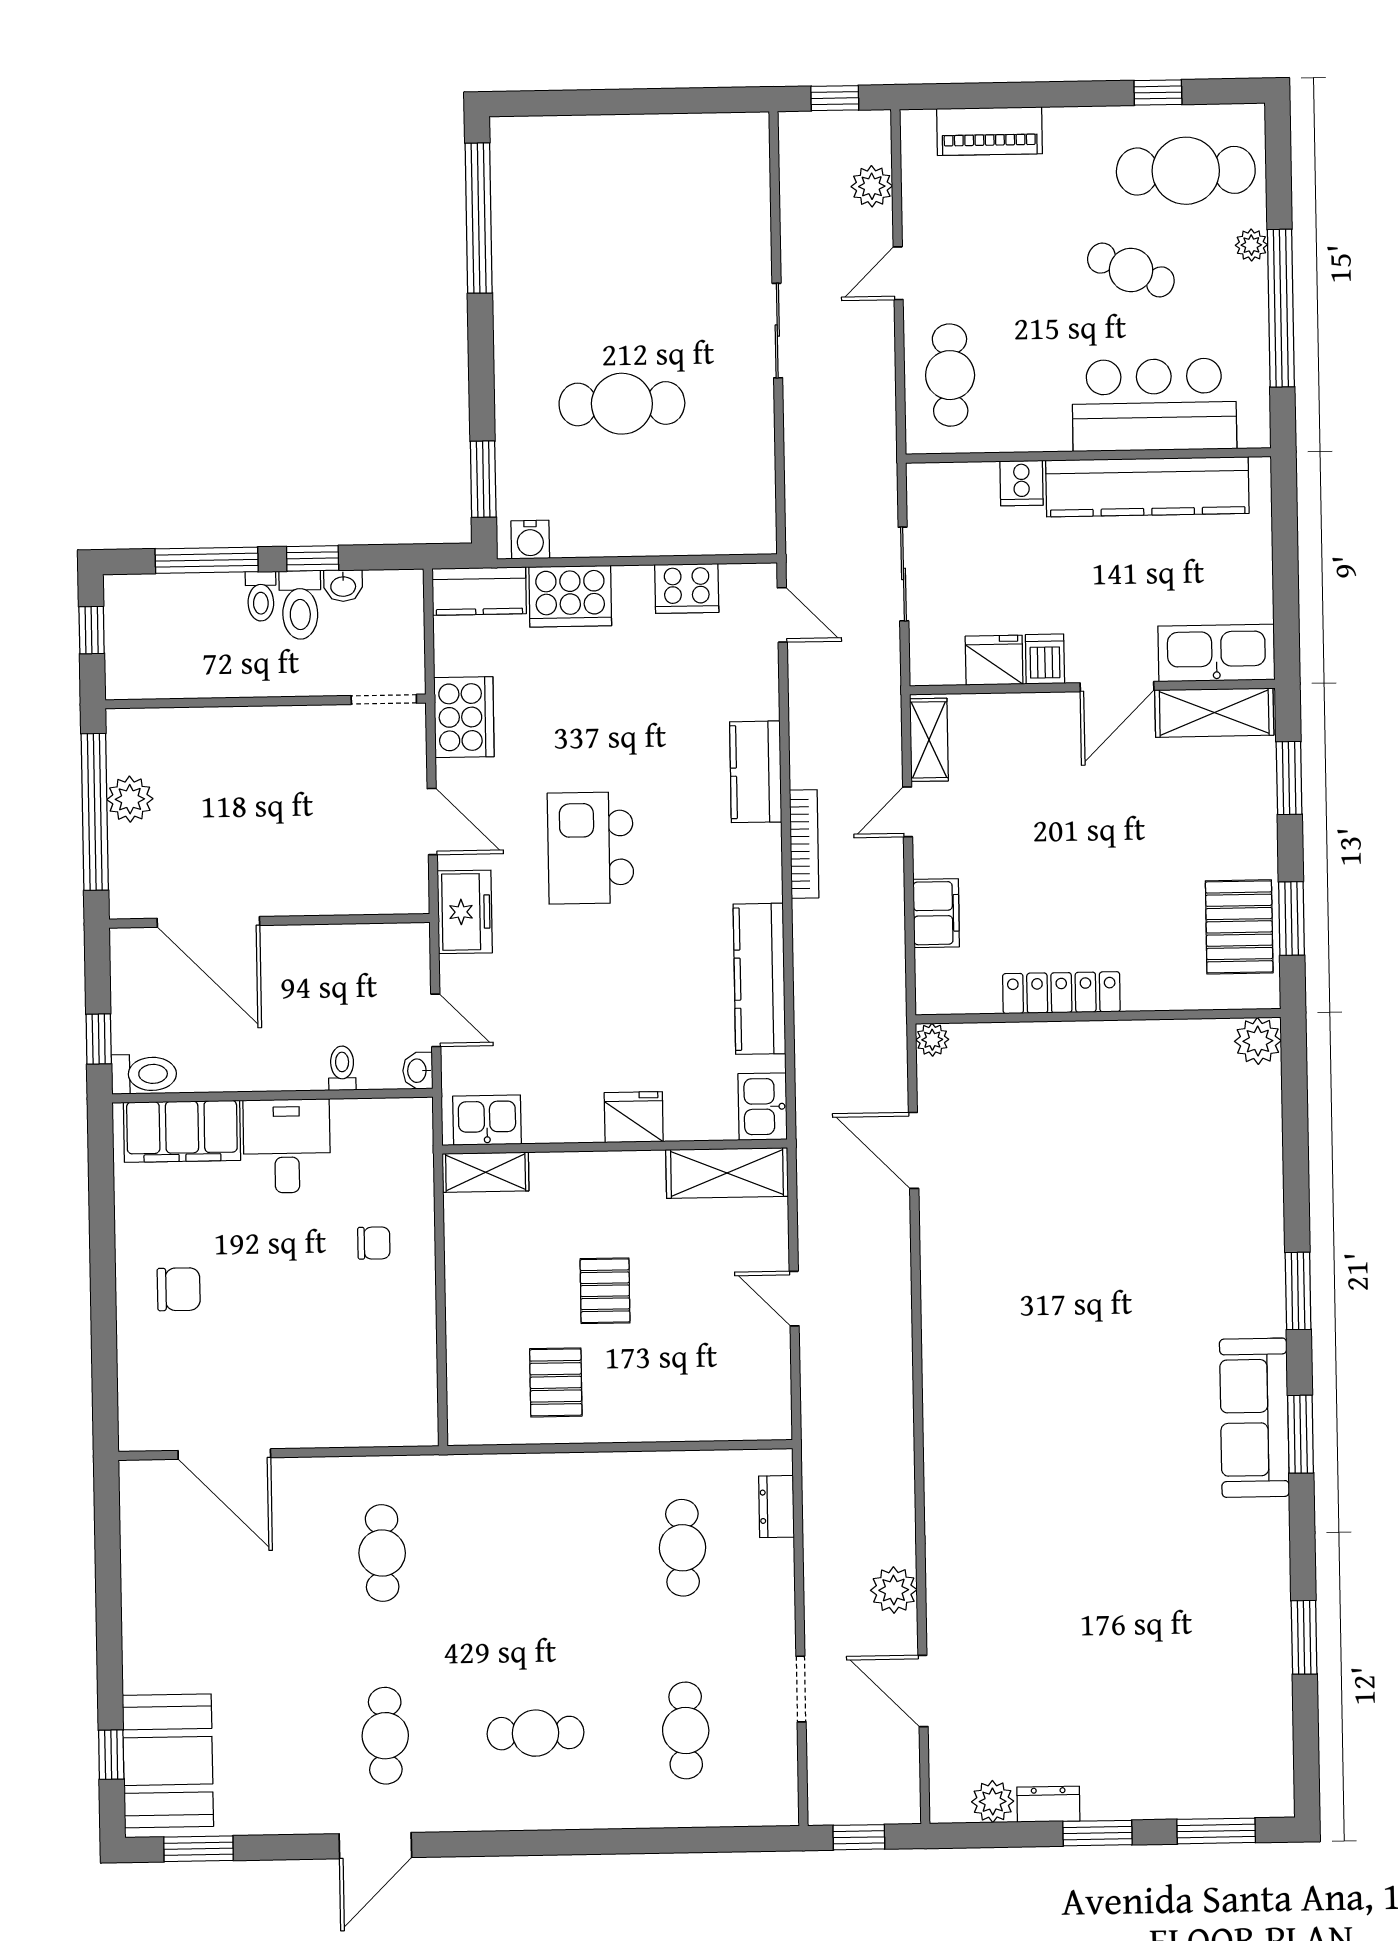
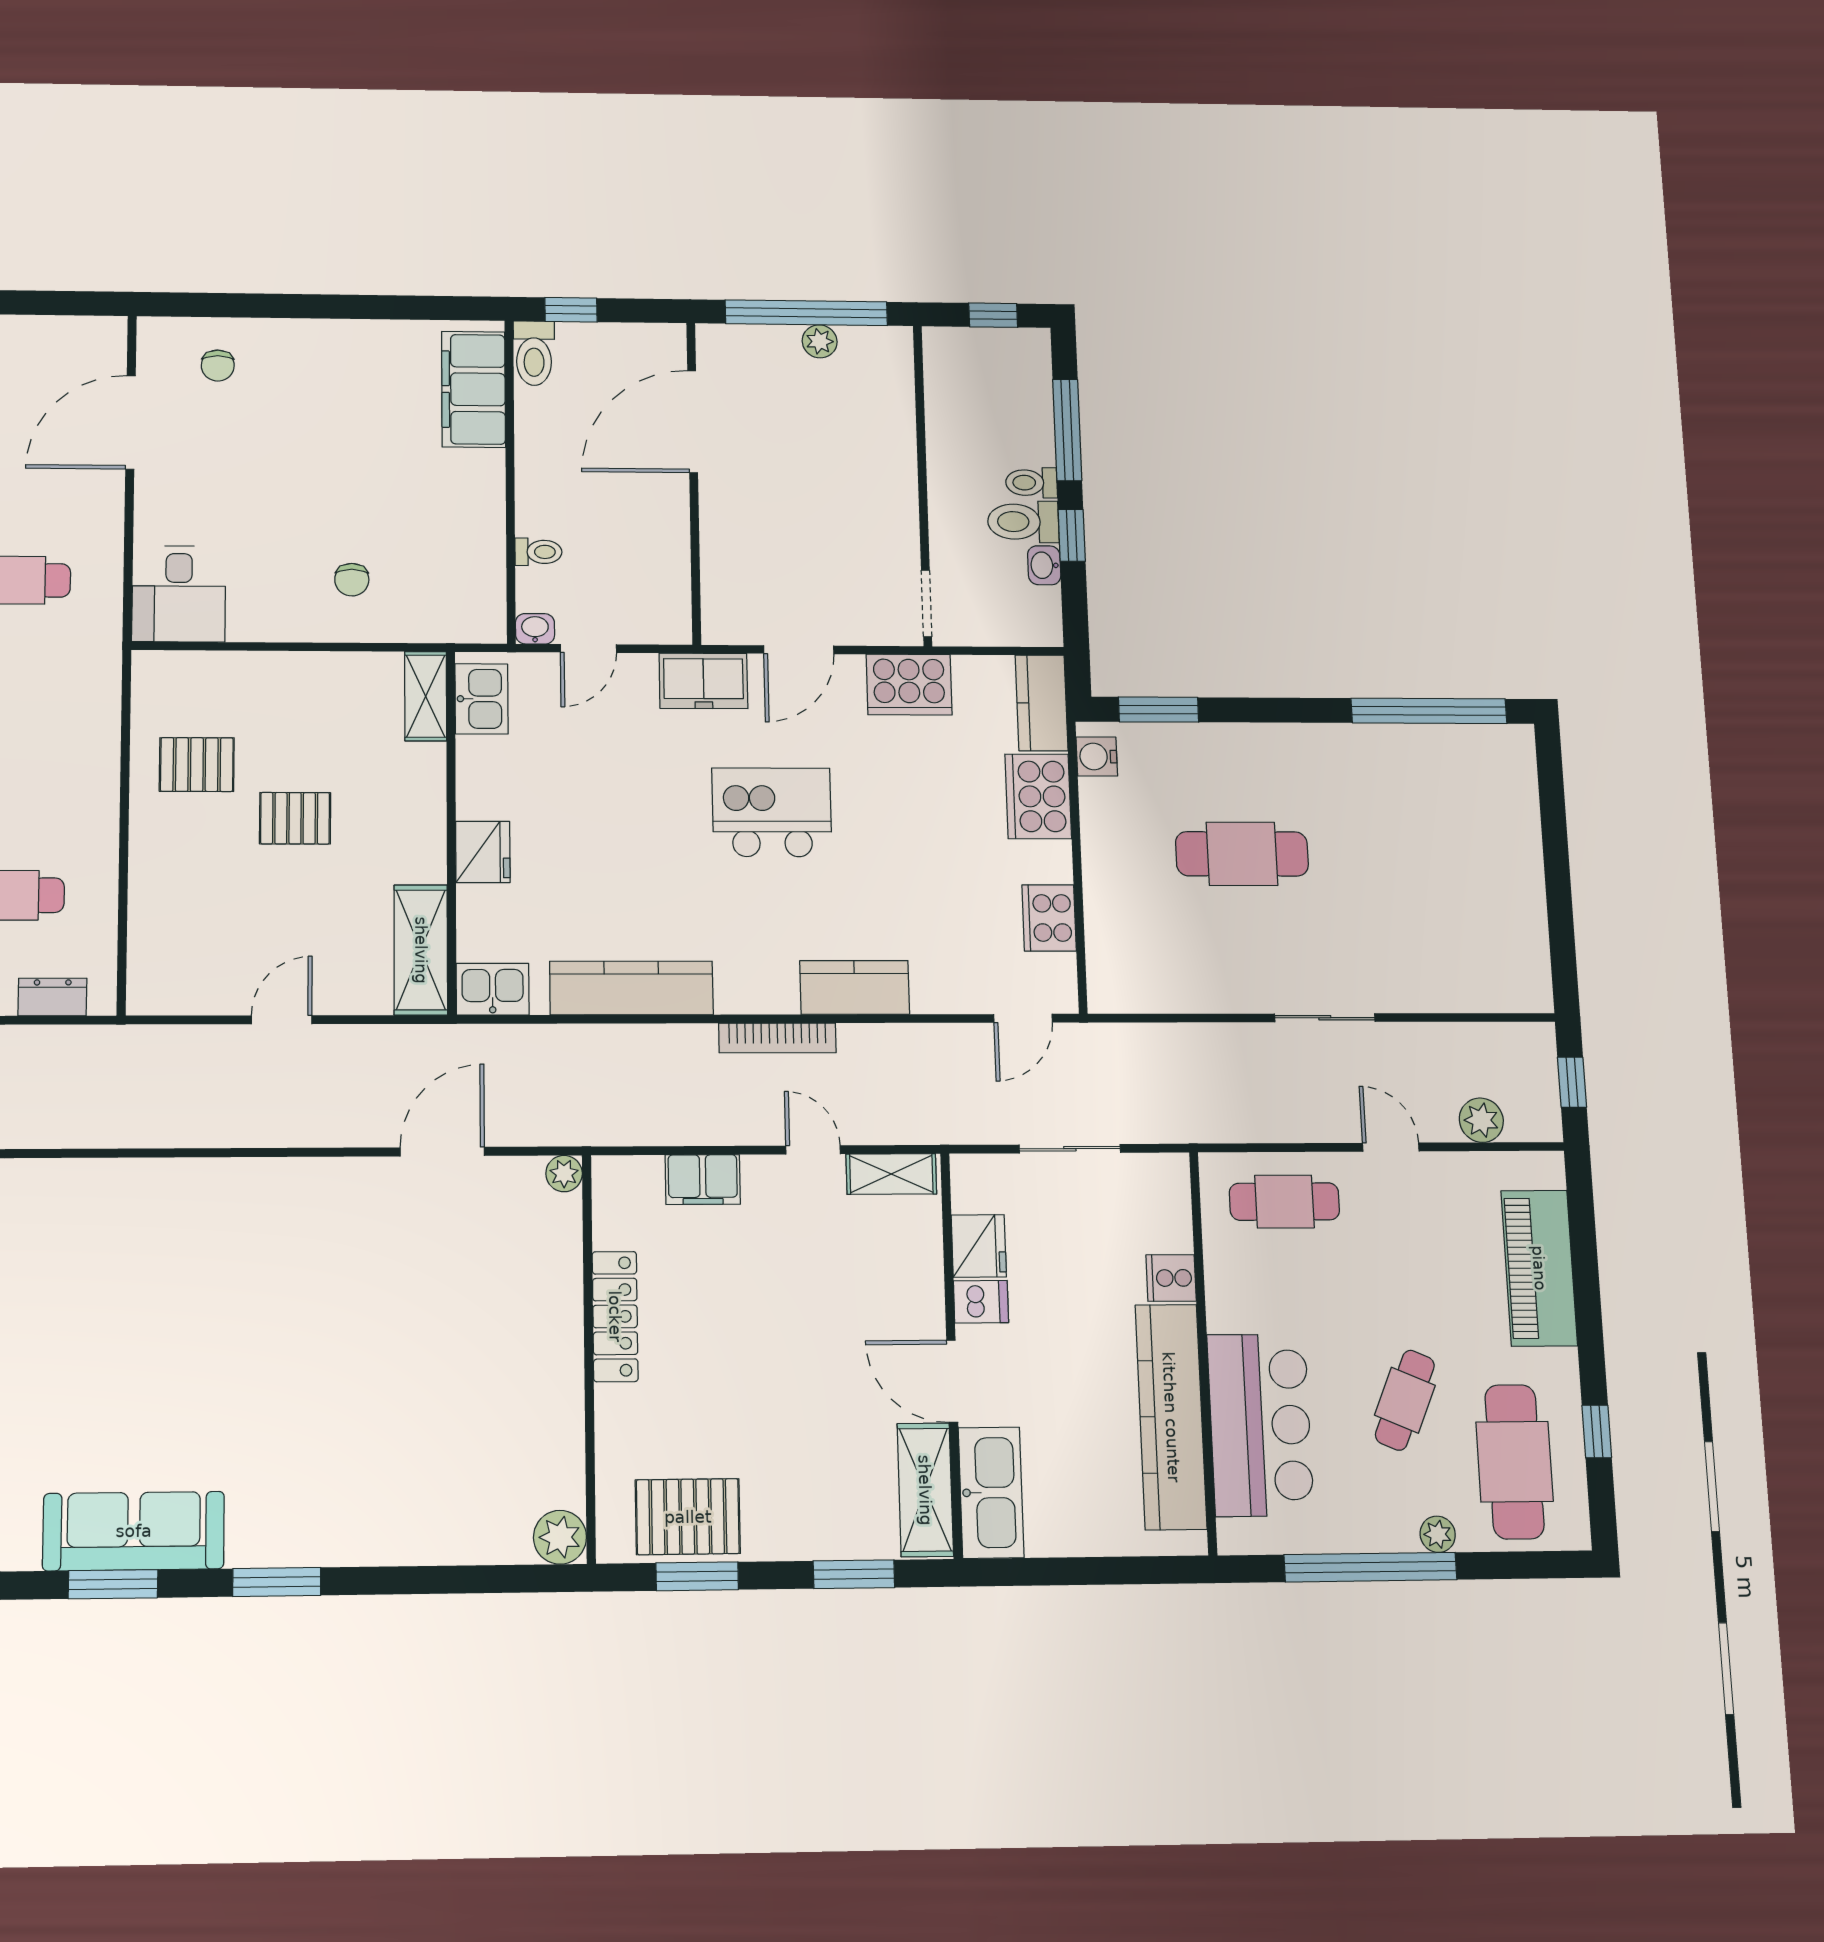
piano: (990, 131) -> (1539, 1268), width x1.37, depth x1.33
cafe table: (622, 404) -> (1242, 854), turned 90
plant: (130, 799) -> (820, 341), width x0.73, depth x0.73
desk: (287, 1146) -> (179, 594), moved, turned 90
chair: (179, 1289) -> (218, 366), moved, width x0.73, depth x0.73

